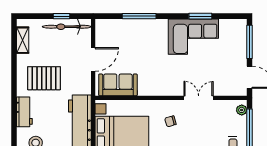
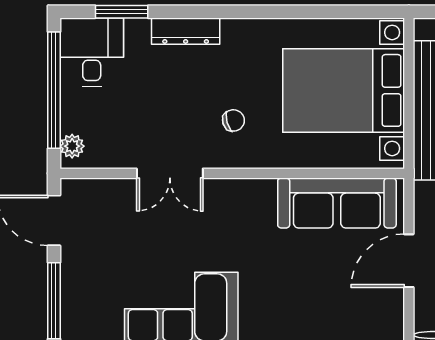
sofa: (118, 85) -> (337, 203), width x1.36

